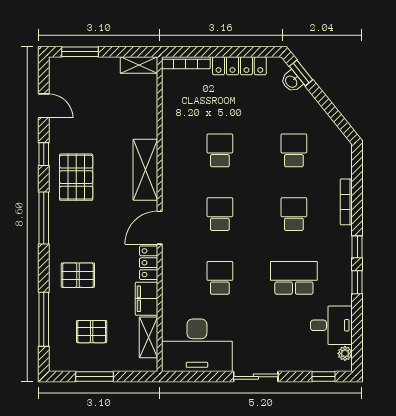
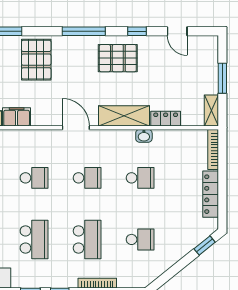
window: (80, 52) -> (222, 78), moved
washbasin: (292, 81) -> (144, 136), moved, turned -141
door: (44, 106) -> (177, 31), hinge flipped
school desk: (294, 214) -> (87, 239), width x1.85
locker: (149, 263) -> (166, 119), moved
pallet: (78, 275) -> (36, 60), width x1.50, depth x1.42

